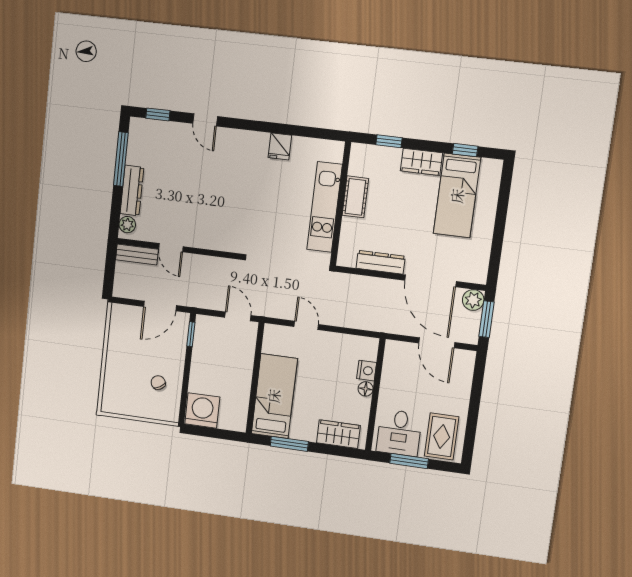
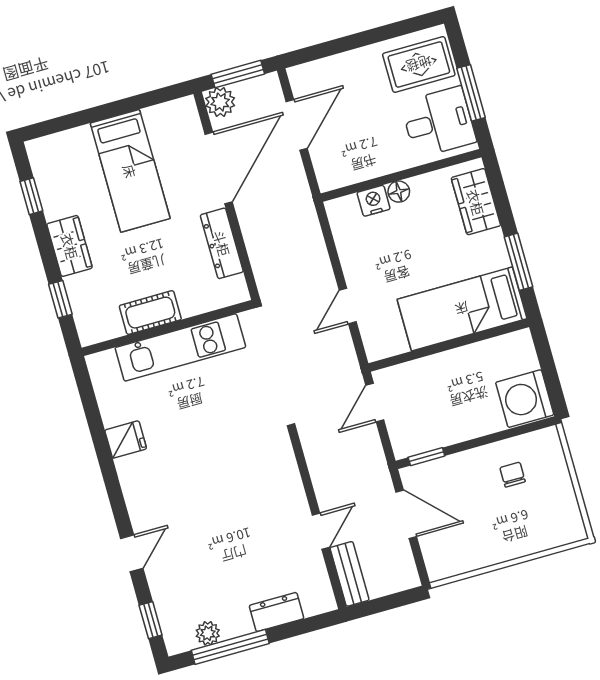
dresser: (132, 191) -> (277, 612), width x0.70
bed: (457, 196) -> (130, 171), moved, turned 90
plant: (127, 225) -> (208, 633), moved
chair: (158, 383) -> (513, 475), turned 121

